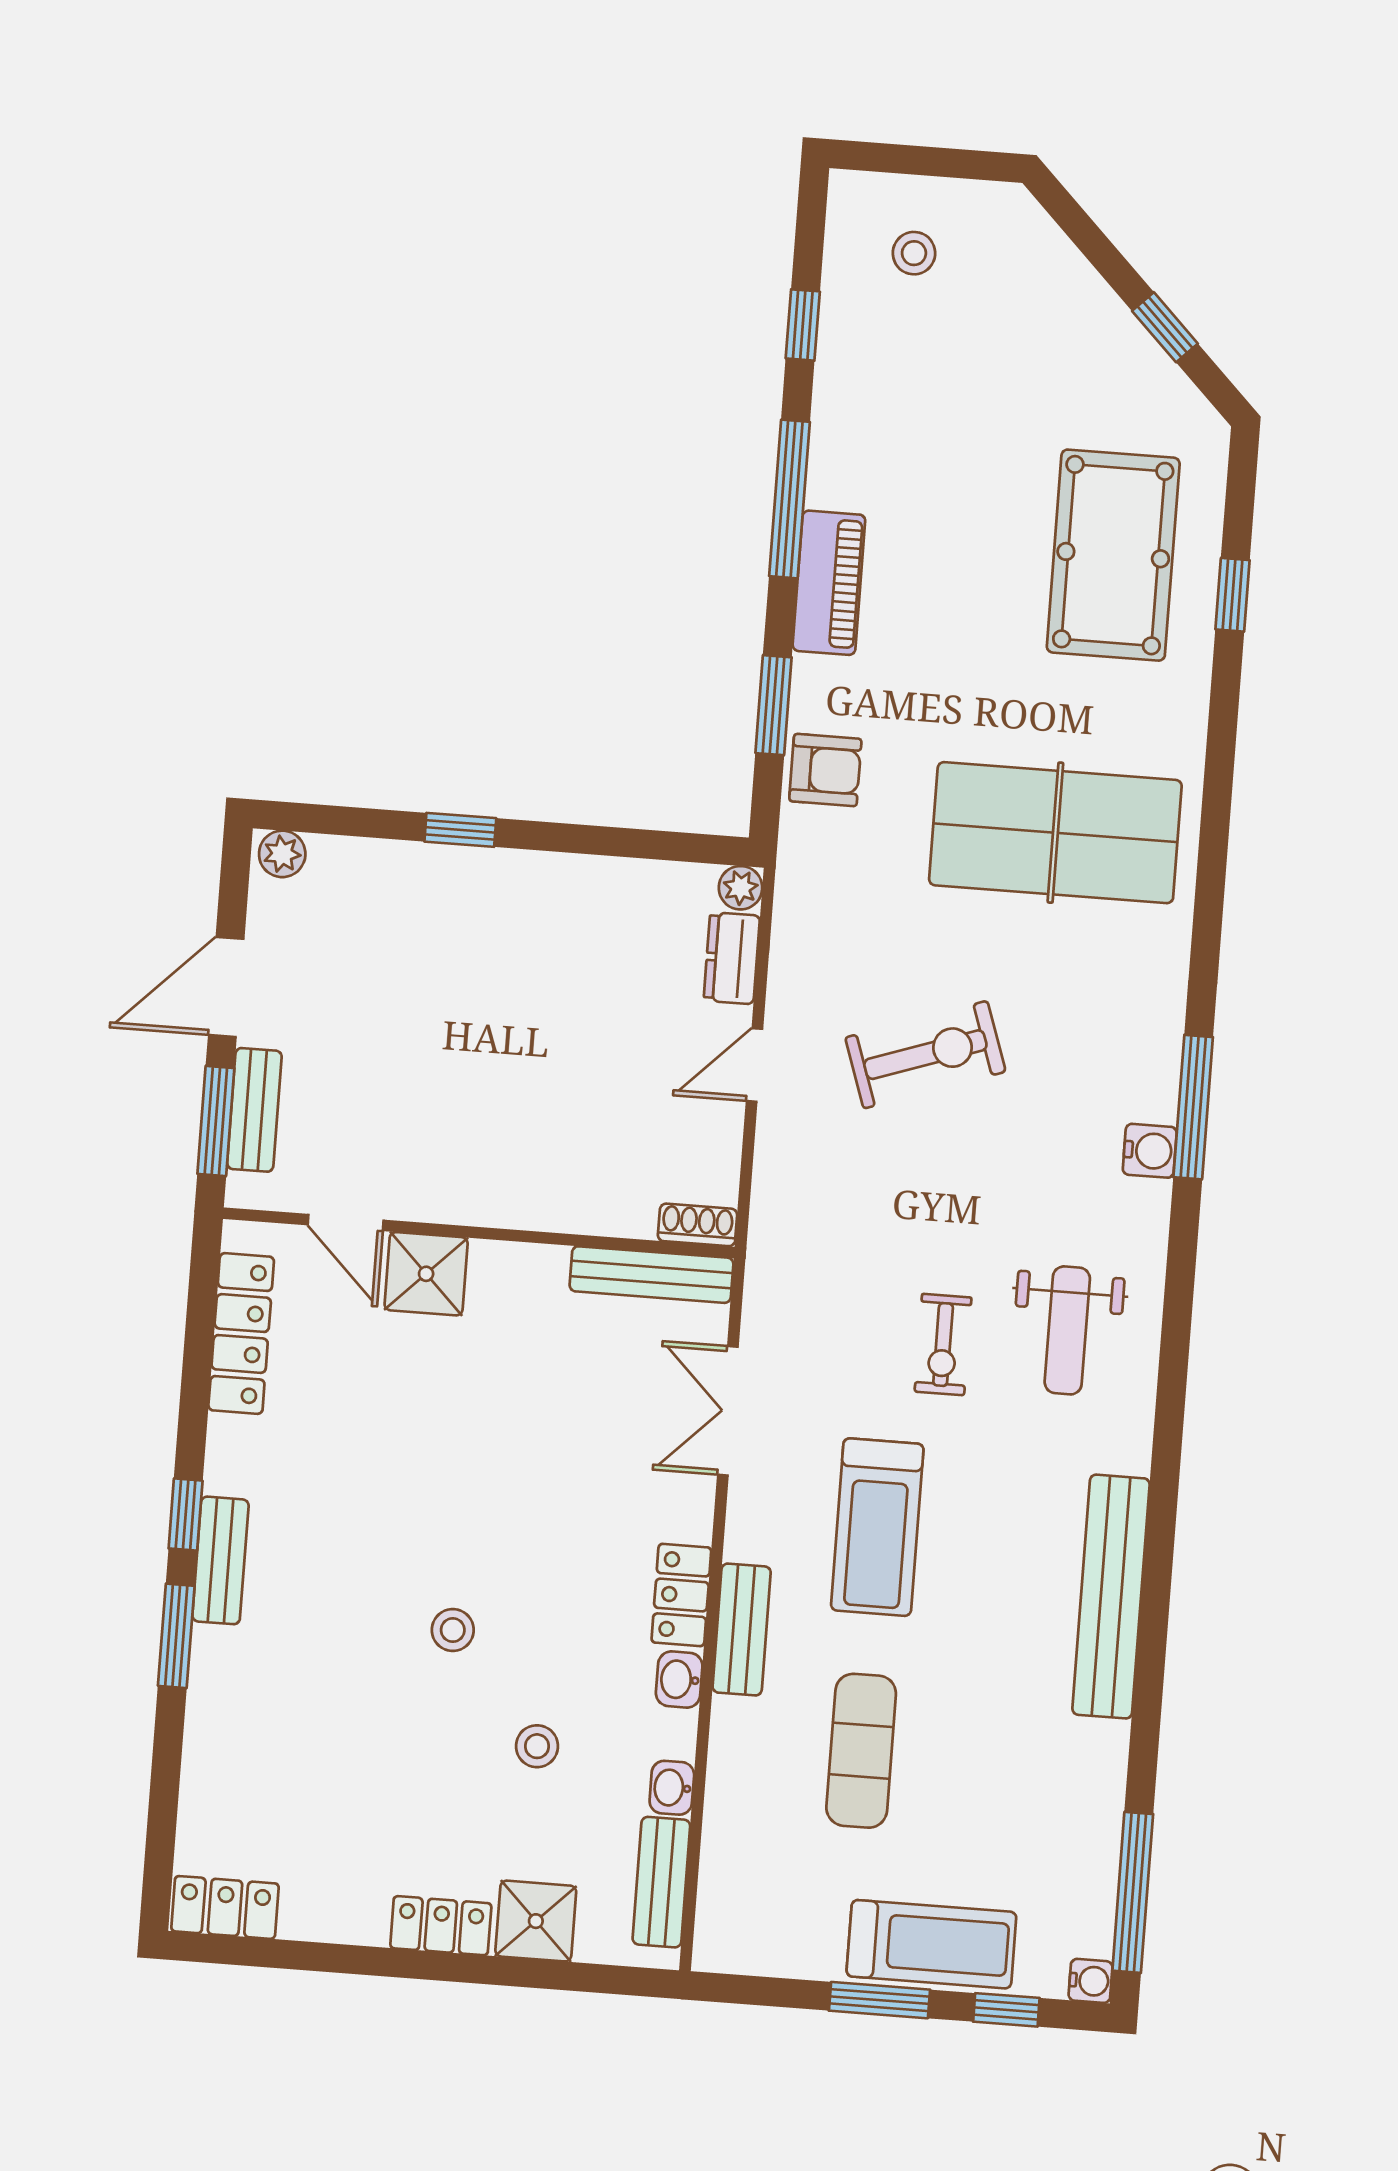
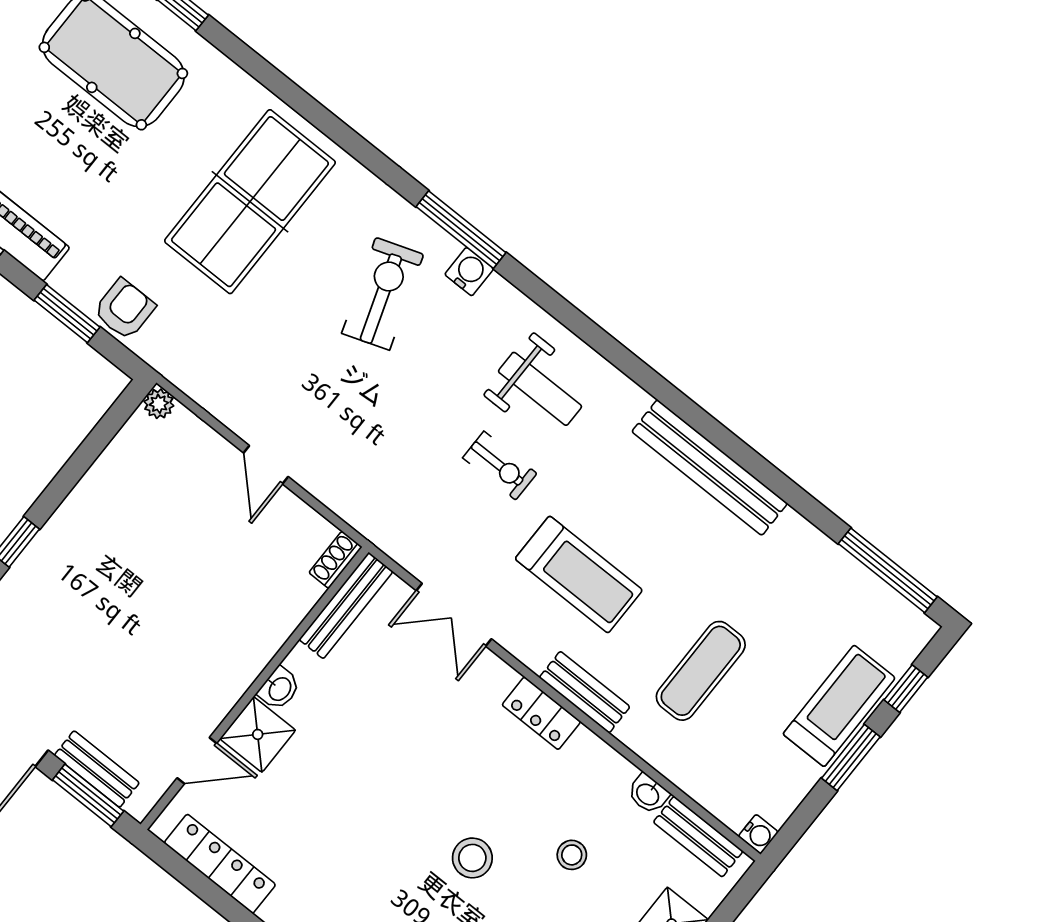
dresser: (732, 958) -> (196, 436), removed
exercise bike: (925, 1055) -> (383, 294), moved
stool: (453, 1630) -> (472, 858), width x1.37, depth x1.37
washbasin: (679, 1679) -> (279, 688), moved, turned -90
exercise mat: (861, 1751) -> (701, 671), turned 90
water cooler: (1091, 1981) -> (758, 834), moved, turned 90

